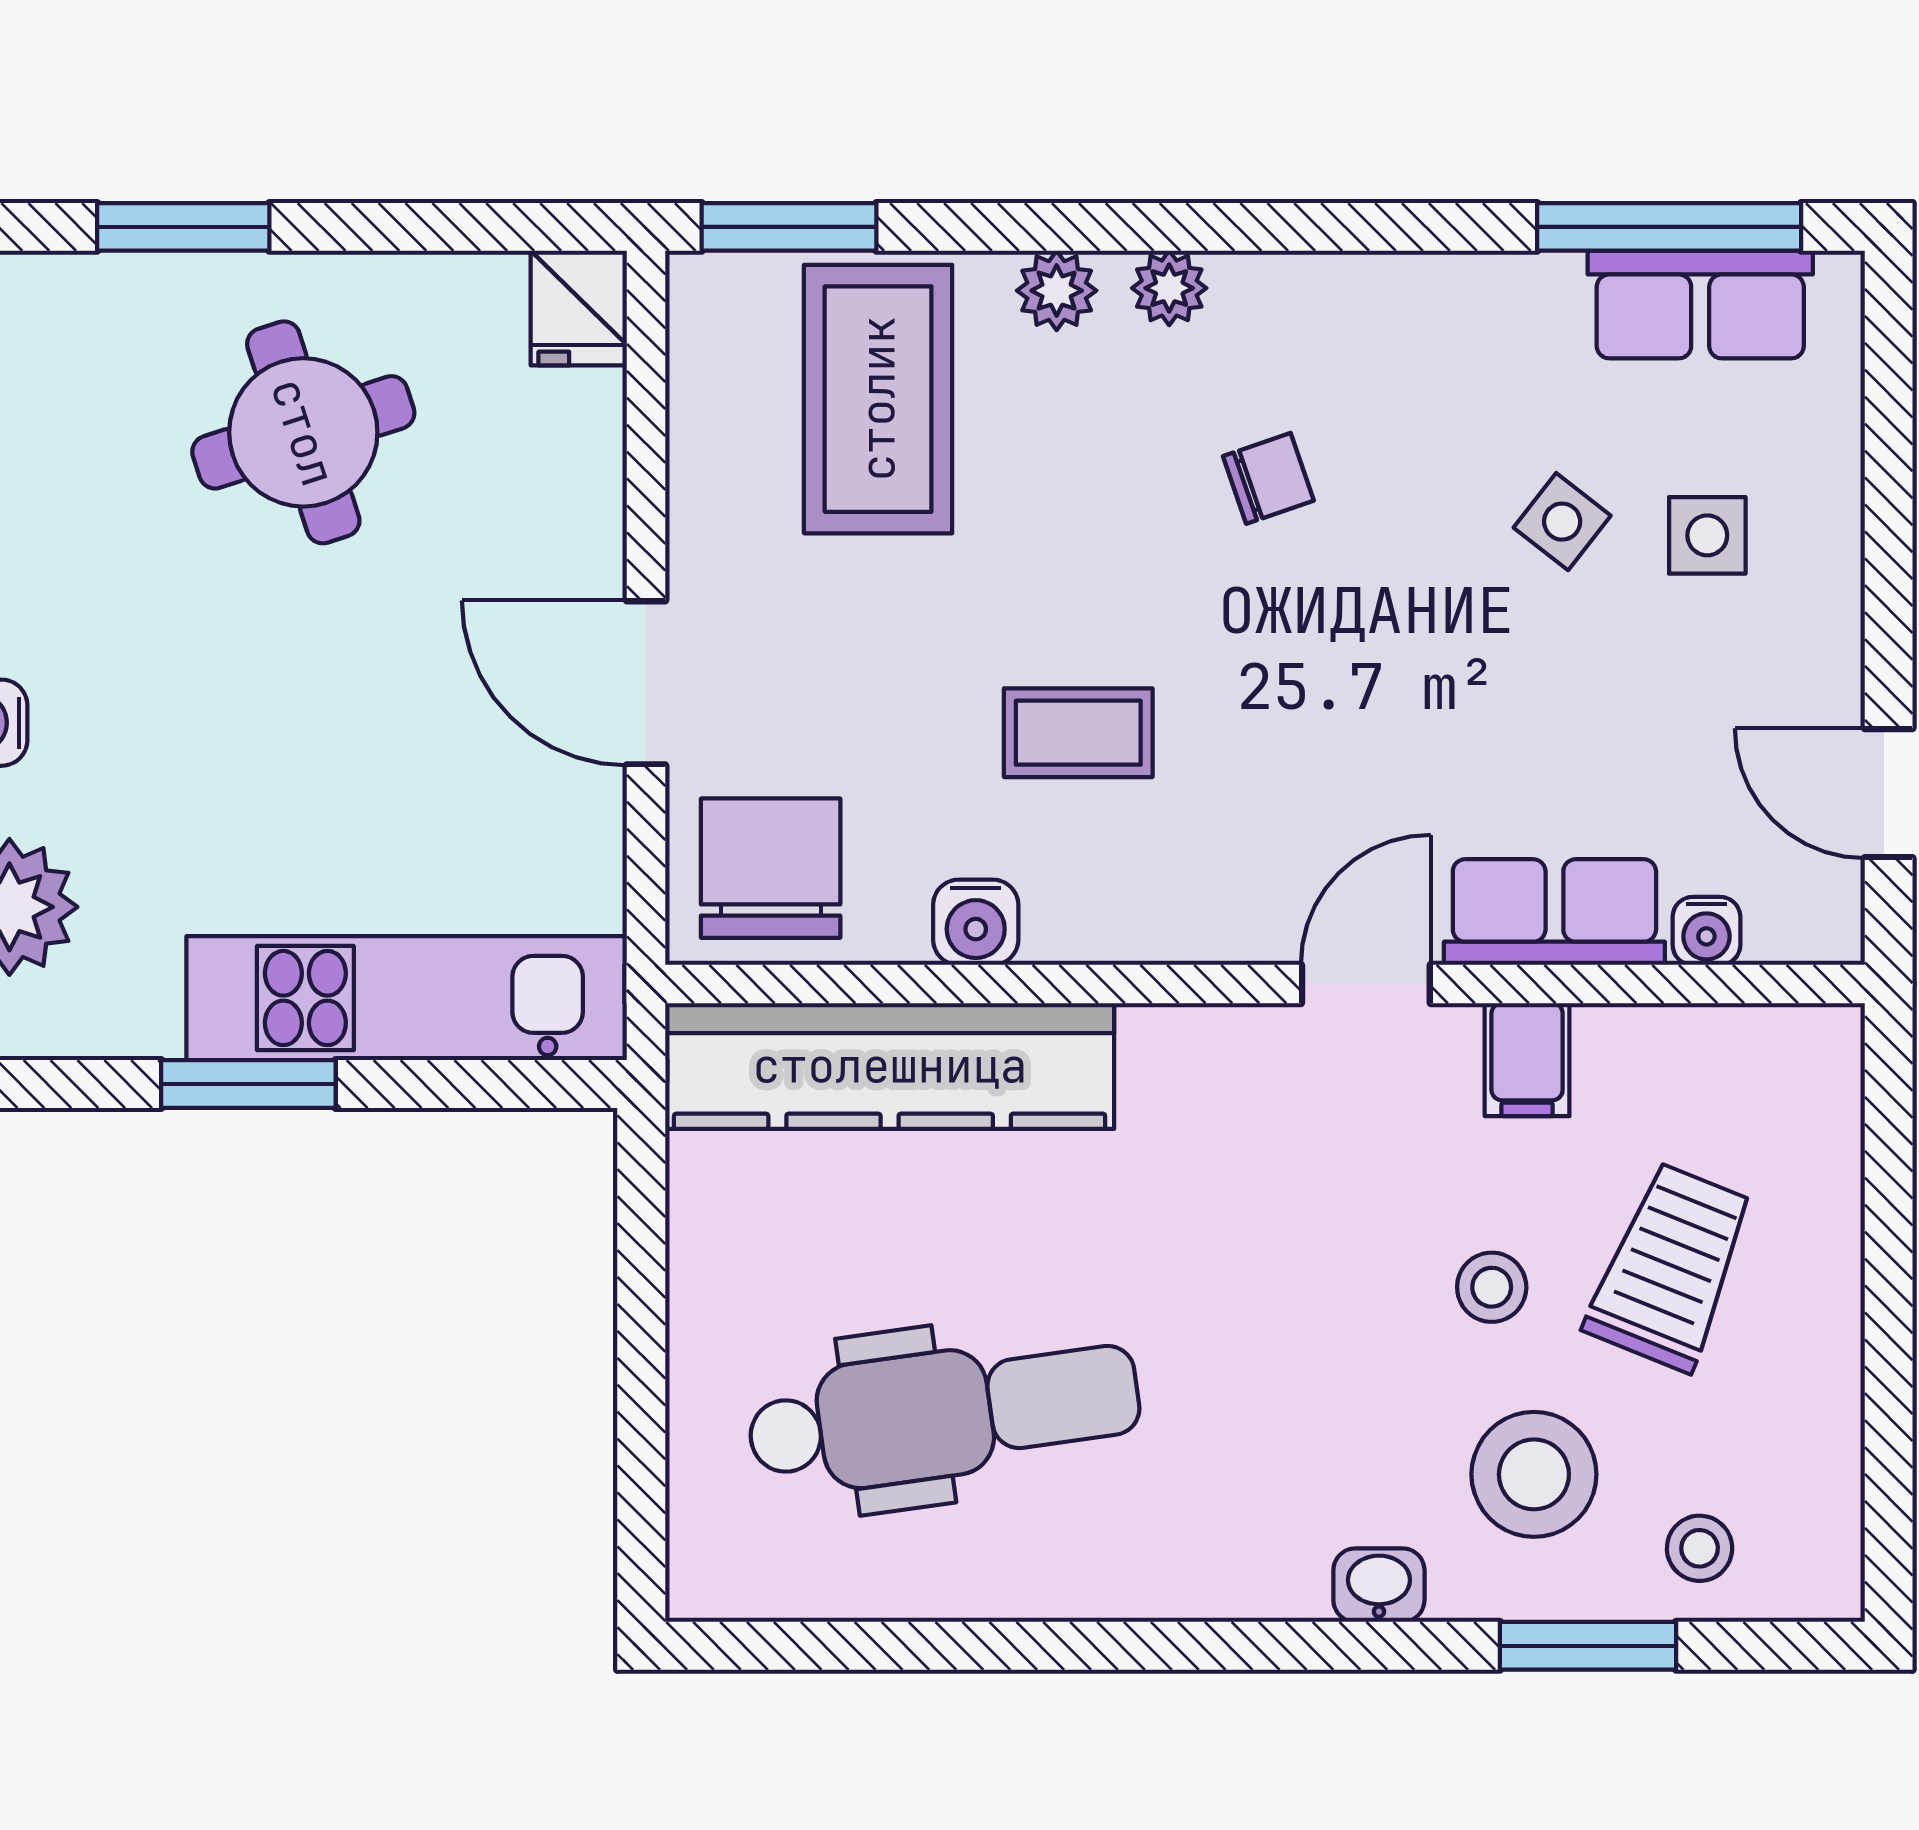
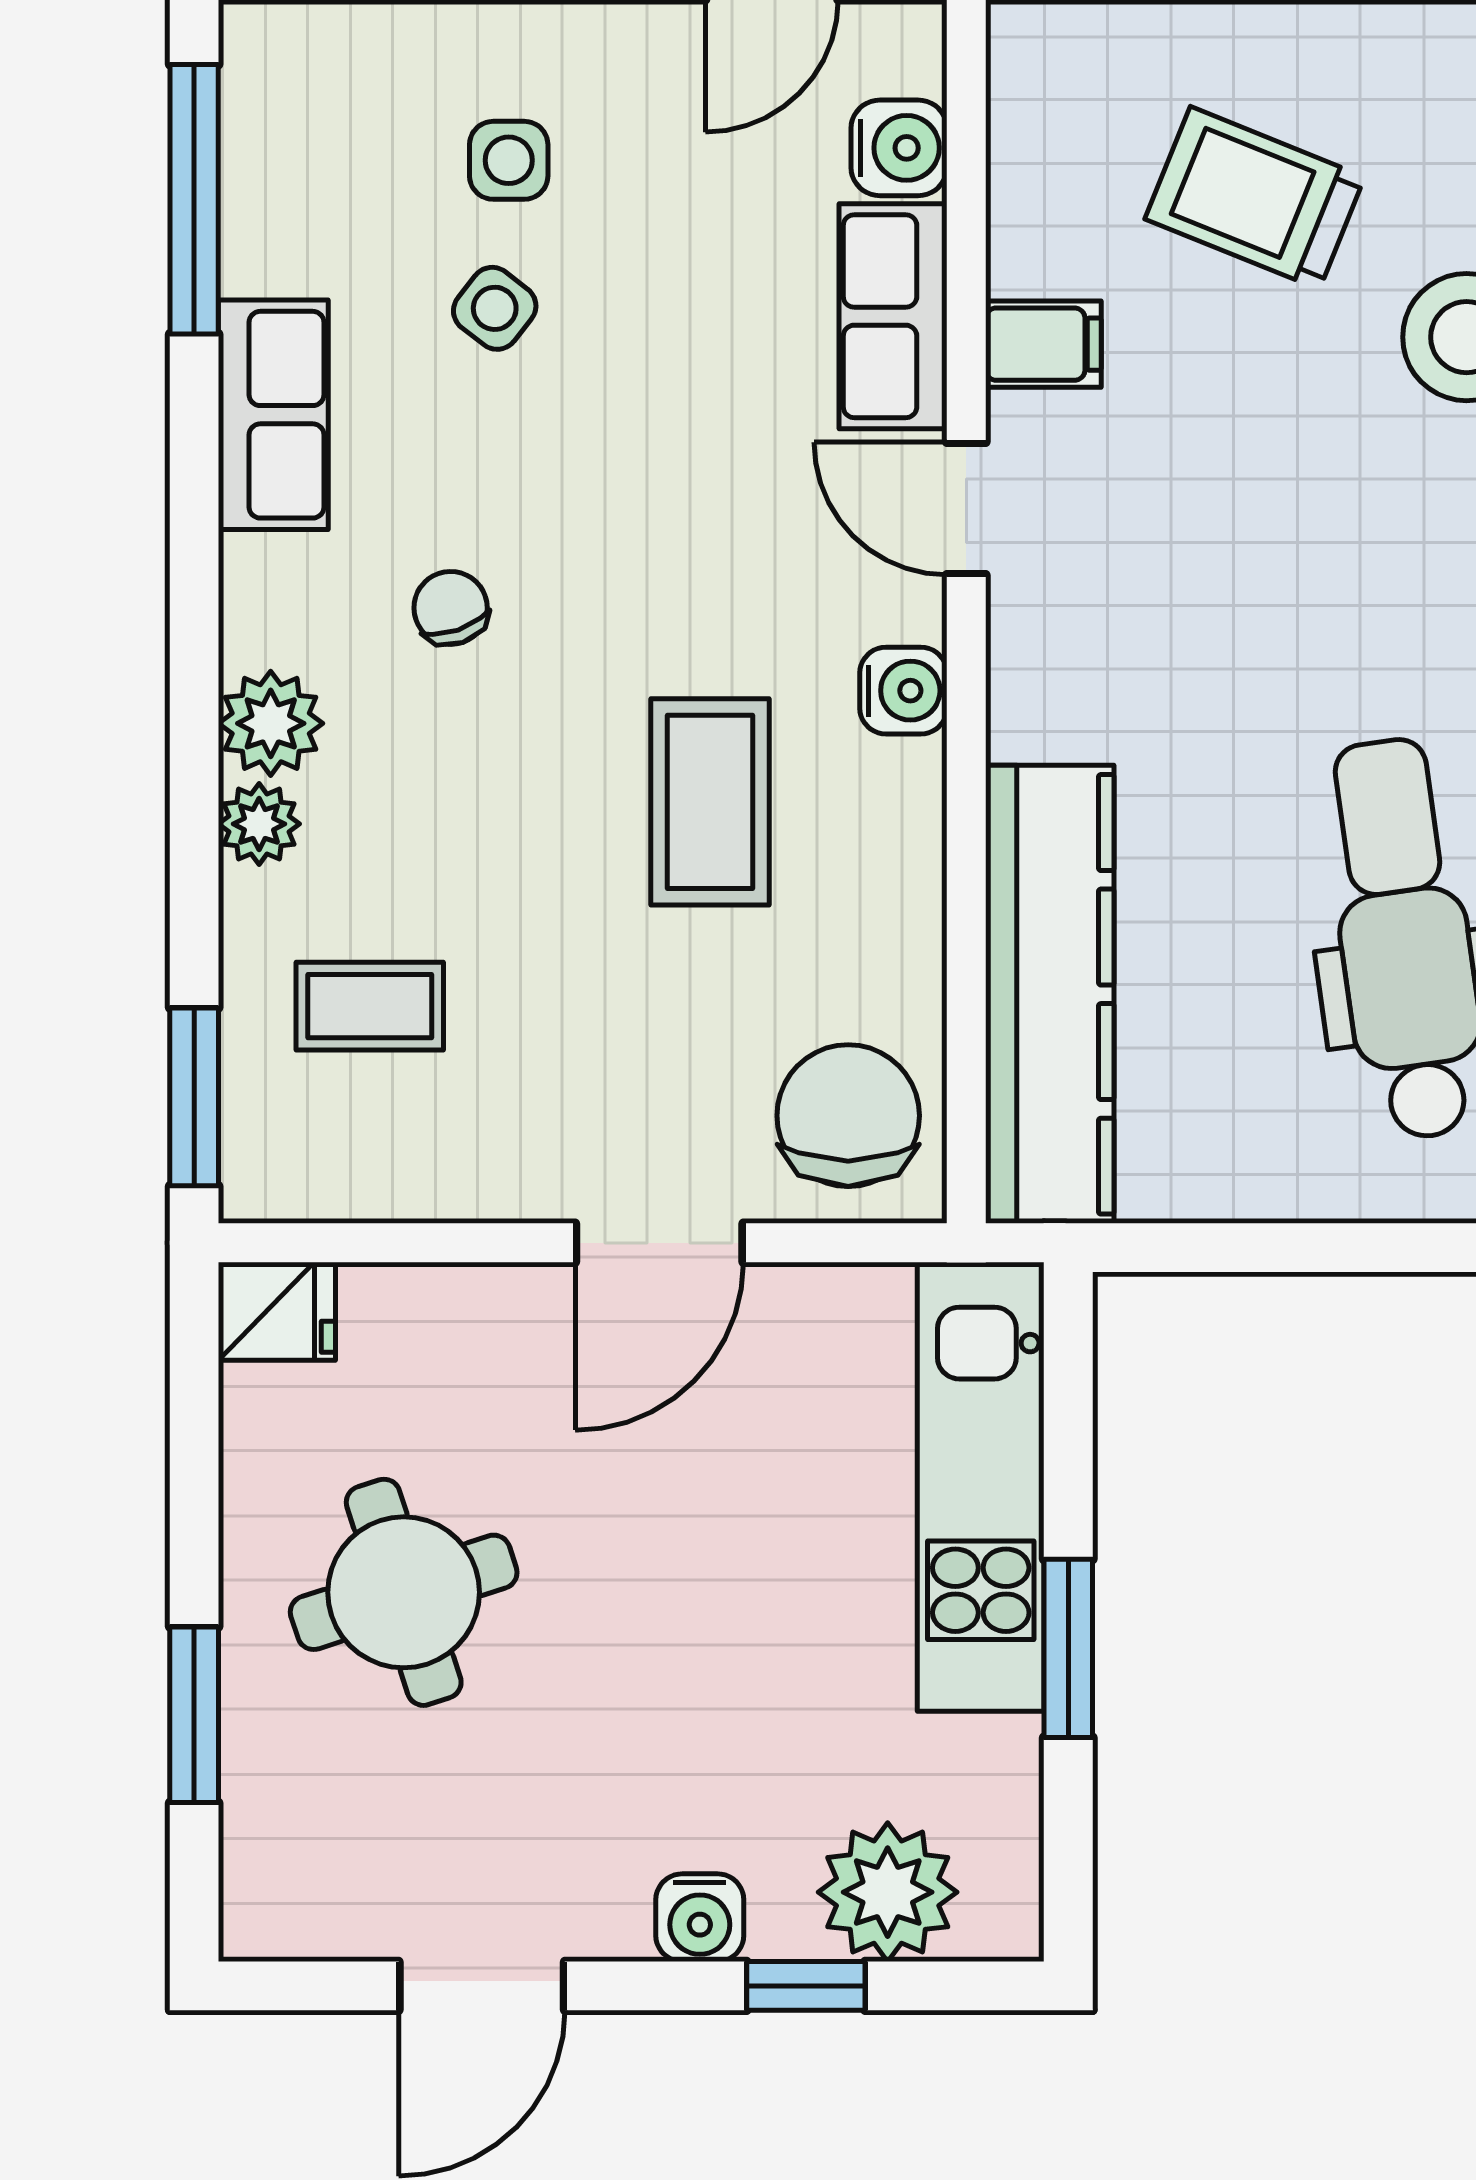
plant: (1169, 288) -> (271, 723), width x1.38, depth x1.38
row of seats: (1700, 305) -> (273, 415), moved
coffee table: (878, 399) -> (370, 1006), width x0.54, depth x0.58
coffee table: (1078, 733) -> (710, 802), width x1.36, depth x1.30
chair: (771, 868) -> (848, 1116), turned 90
water cooler: (976, 922) -> (903, 691), moved
water cooler: (1706, 931) -> (899, 148), width x1.38, depth x1.38
stool: (1492, 1287) -> (1276, 380), removed

